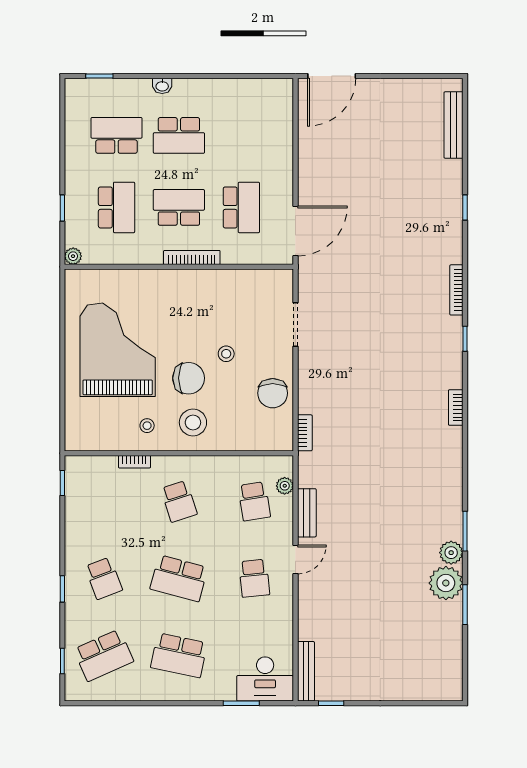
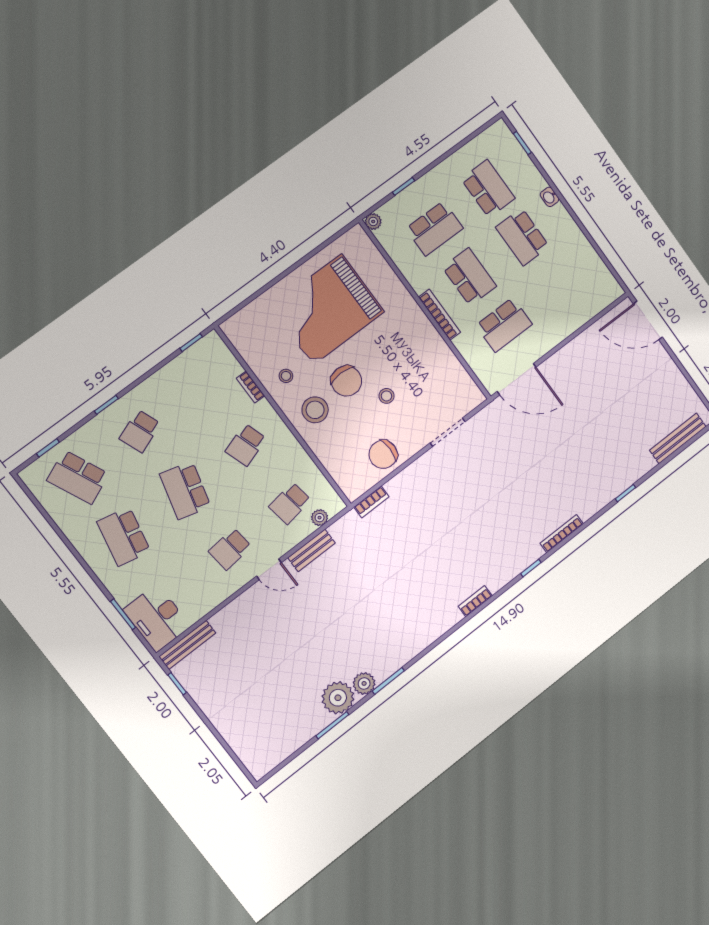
grand piano: (118, 350) -> (327, 309), turned 180

